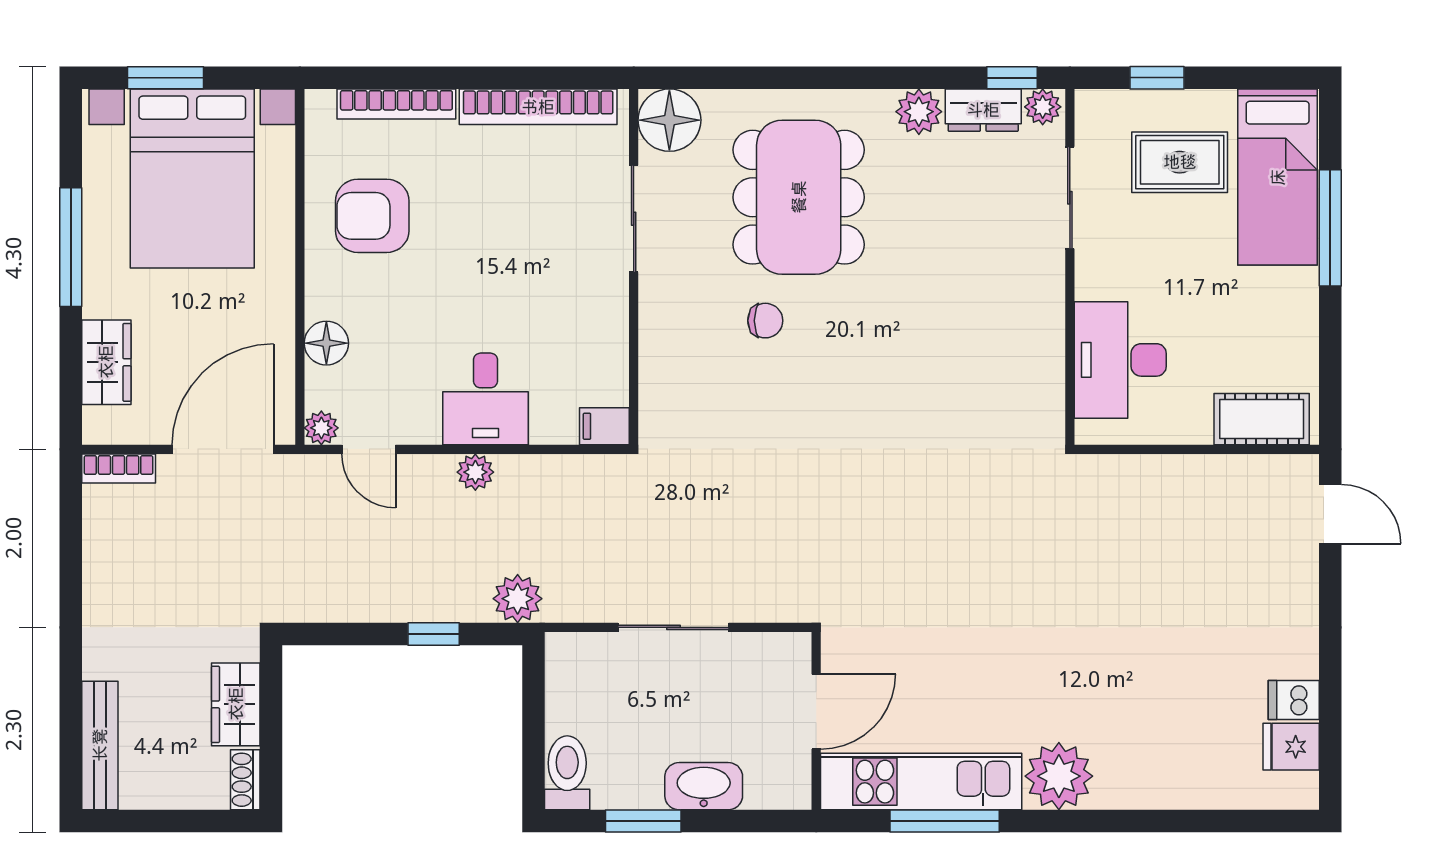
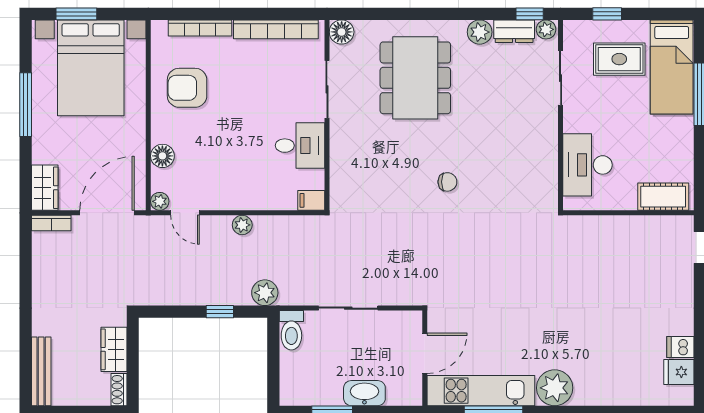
floor lamp: (669, 120) -> (342, 32), width x0.73, depth x0.73
chair: (765, 321) -> (447, 182), moved
wardrobe: (106, 362) -> (45, 188), moved
desk: (486, 399) -> (300, 146), moved, turned -90
toilet: (567, 773) -> (291, 330), moved, turned 180

